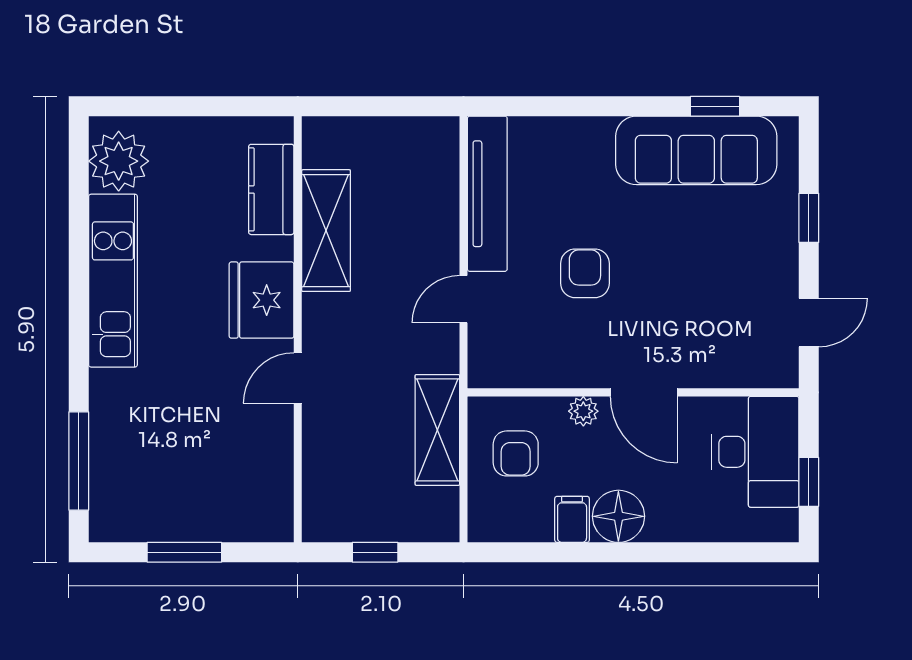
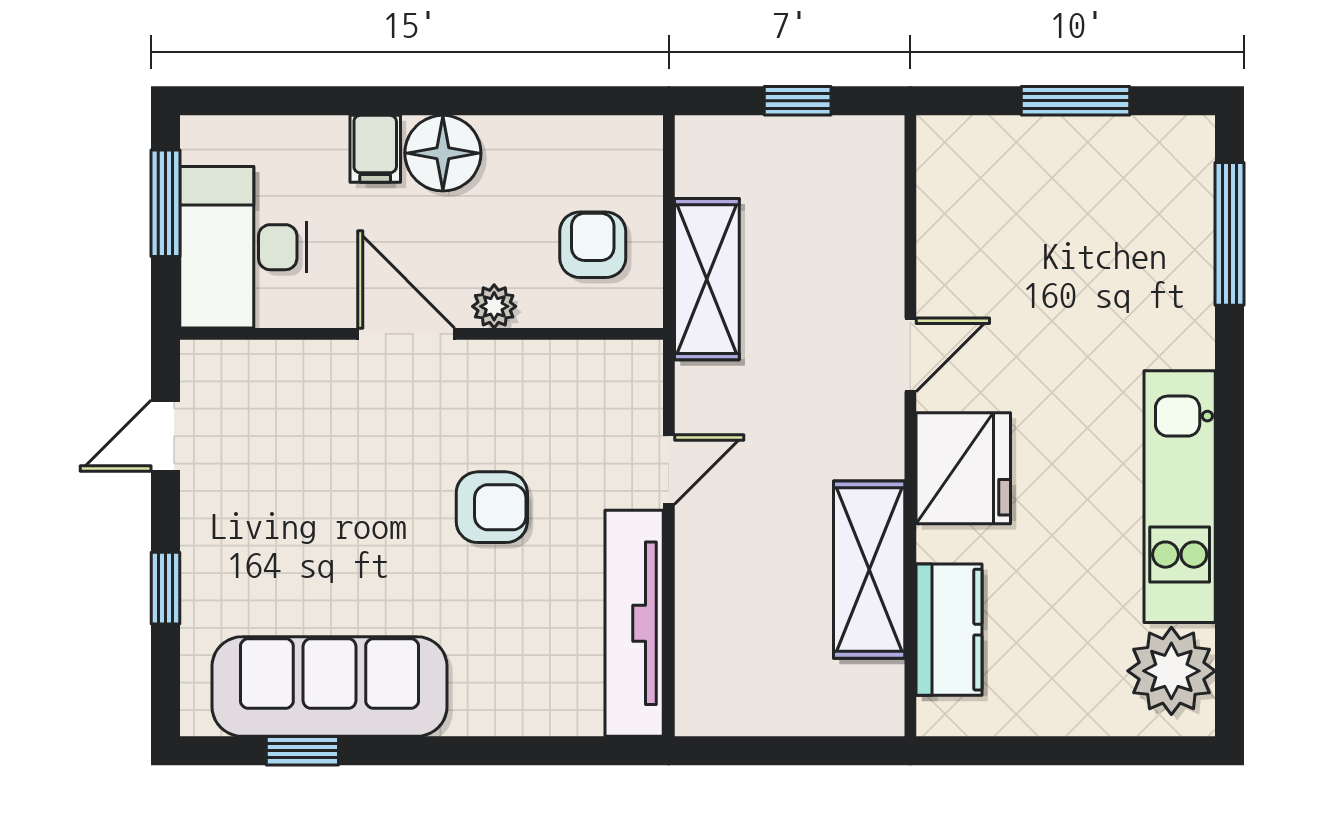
armchair: (585, 273) -> (492, 507), turned -90
window: (809, 482) -> (166, 203), width x1.50
filing cabinet: (572, 519) -> (375, 149), moved

